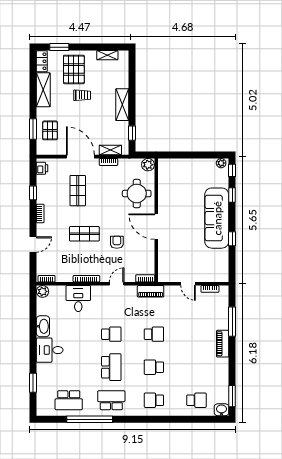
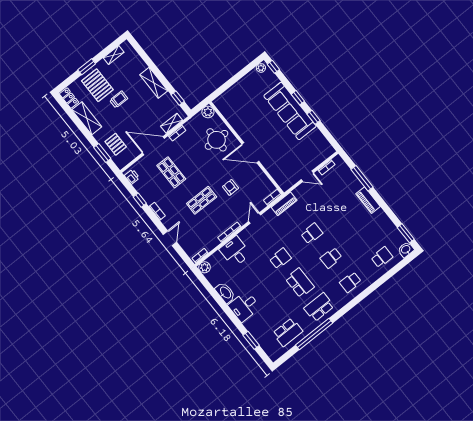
window: (59, 47) -> (87, 67), moved
window: (232, 195) -> (298, 98), moved

